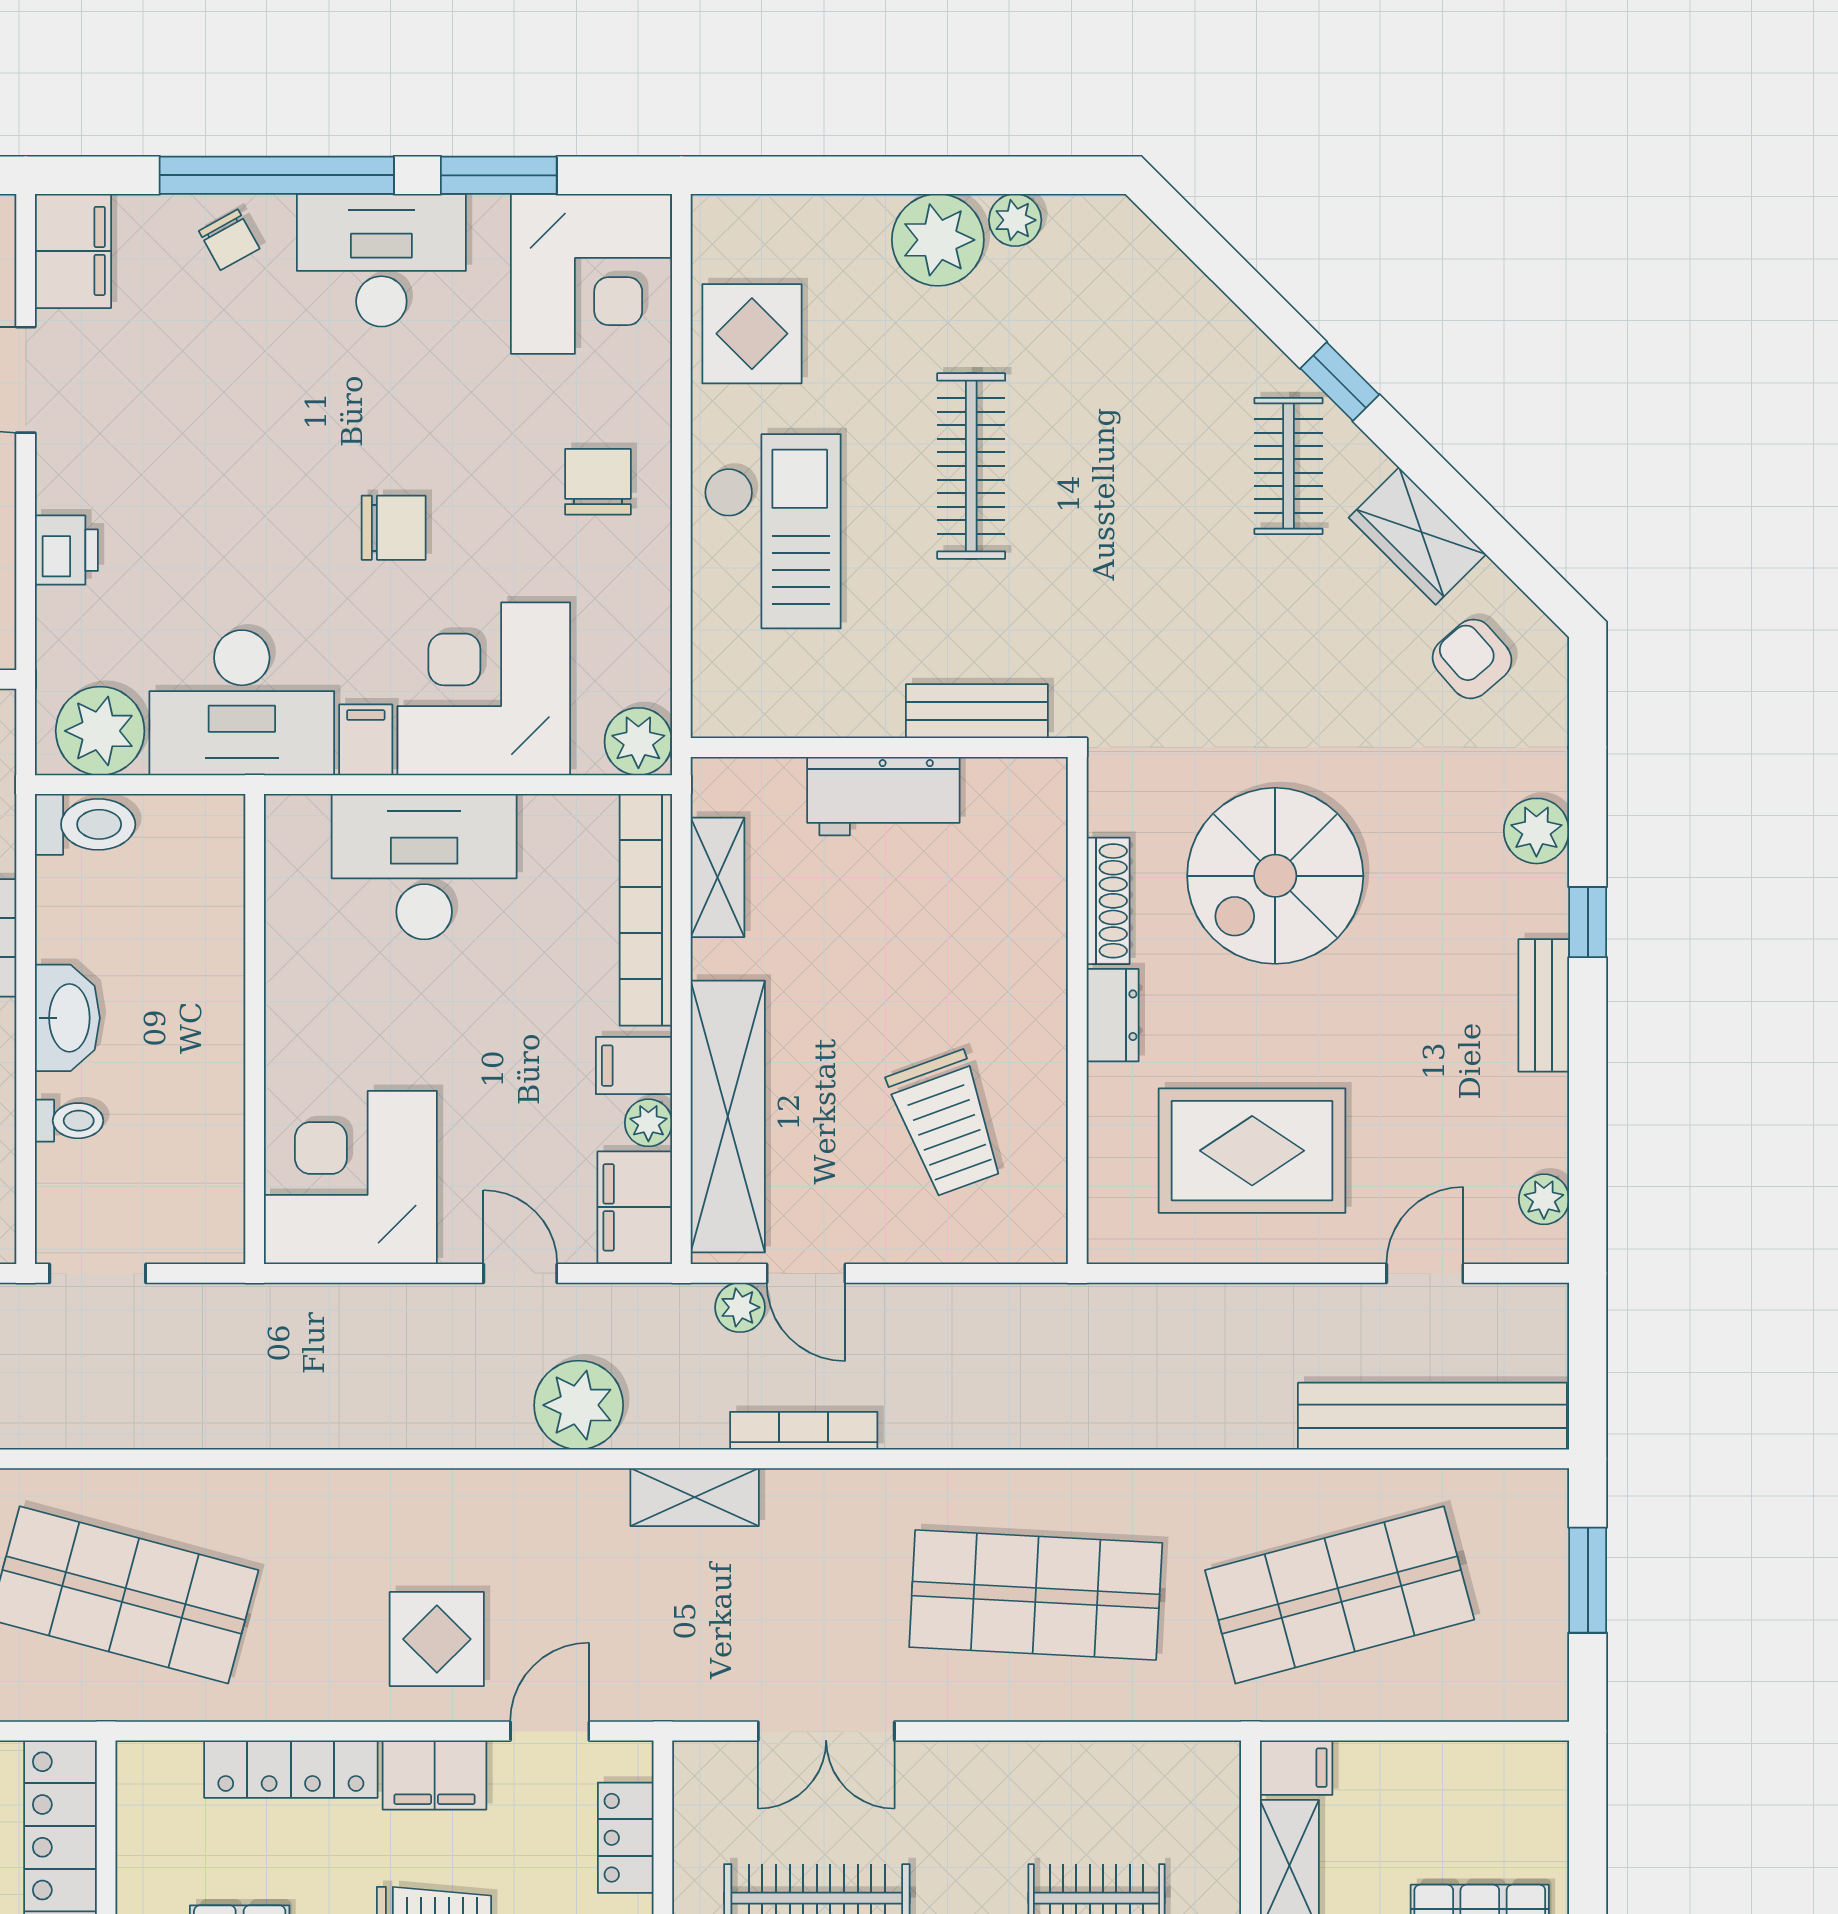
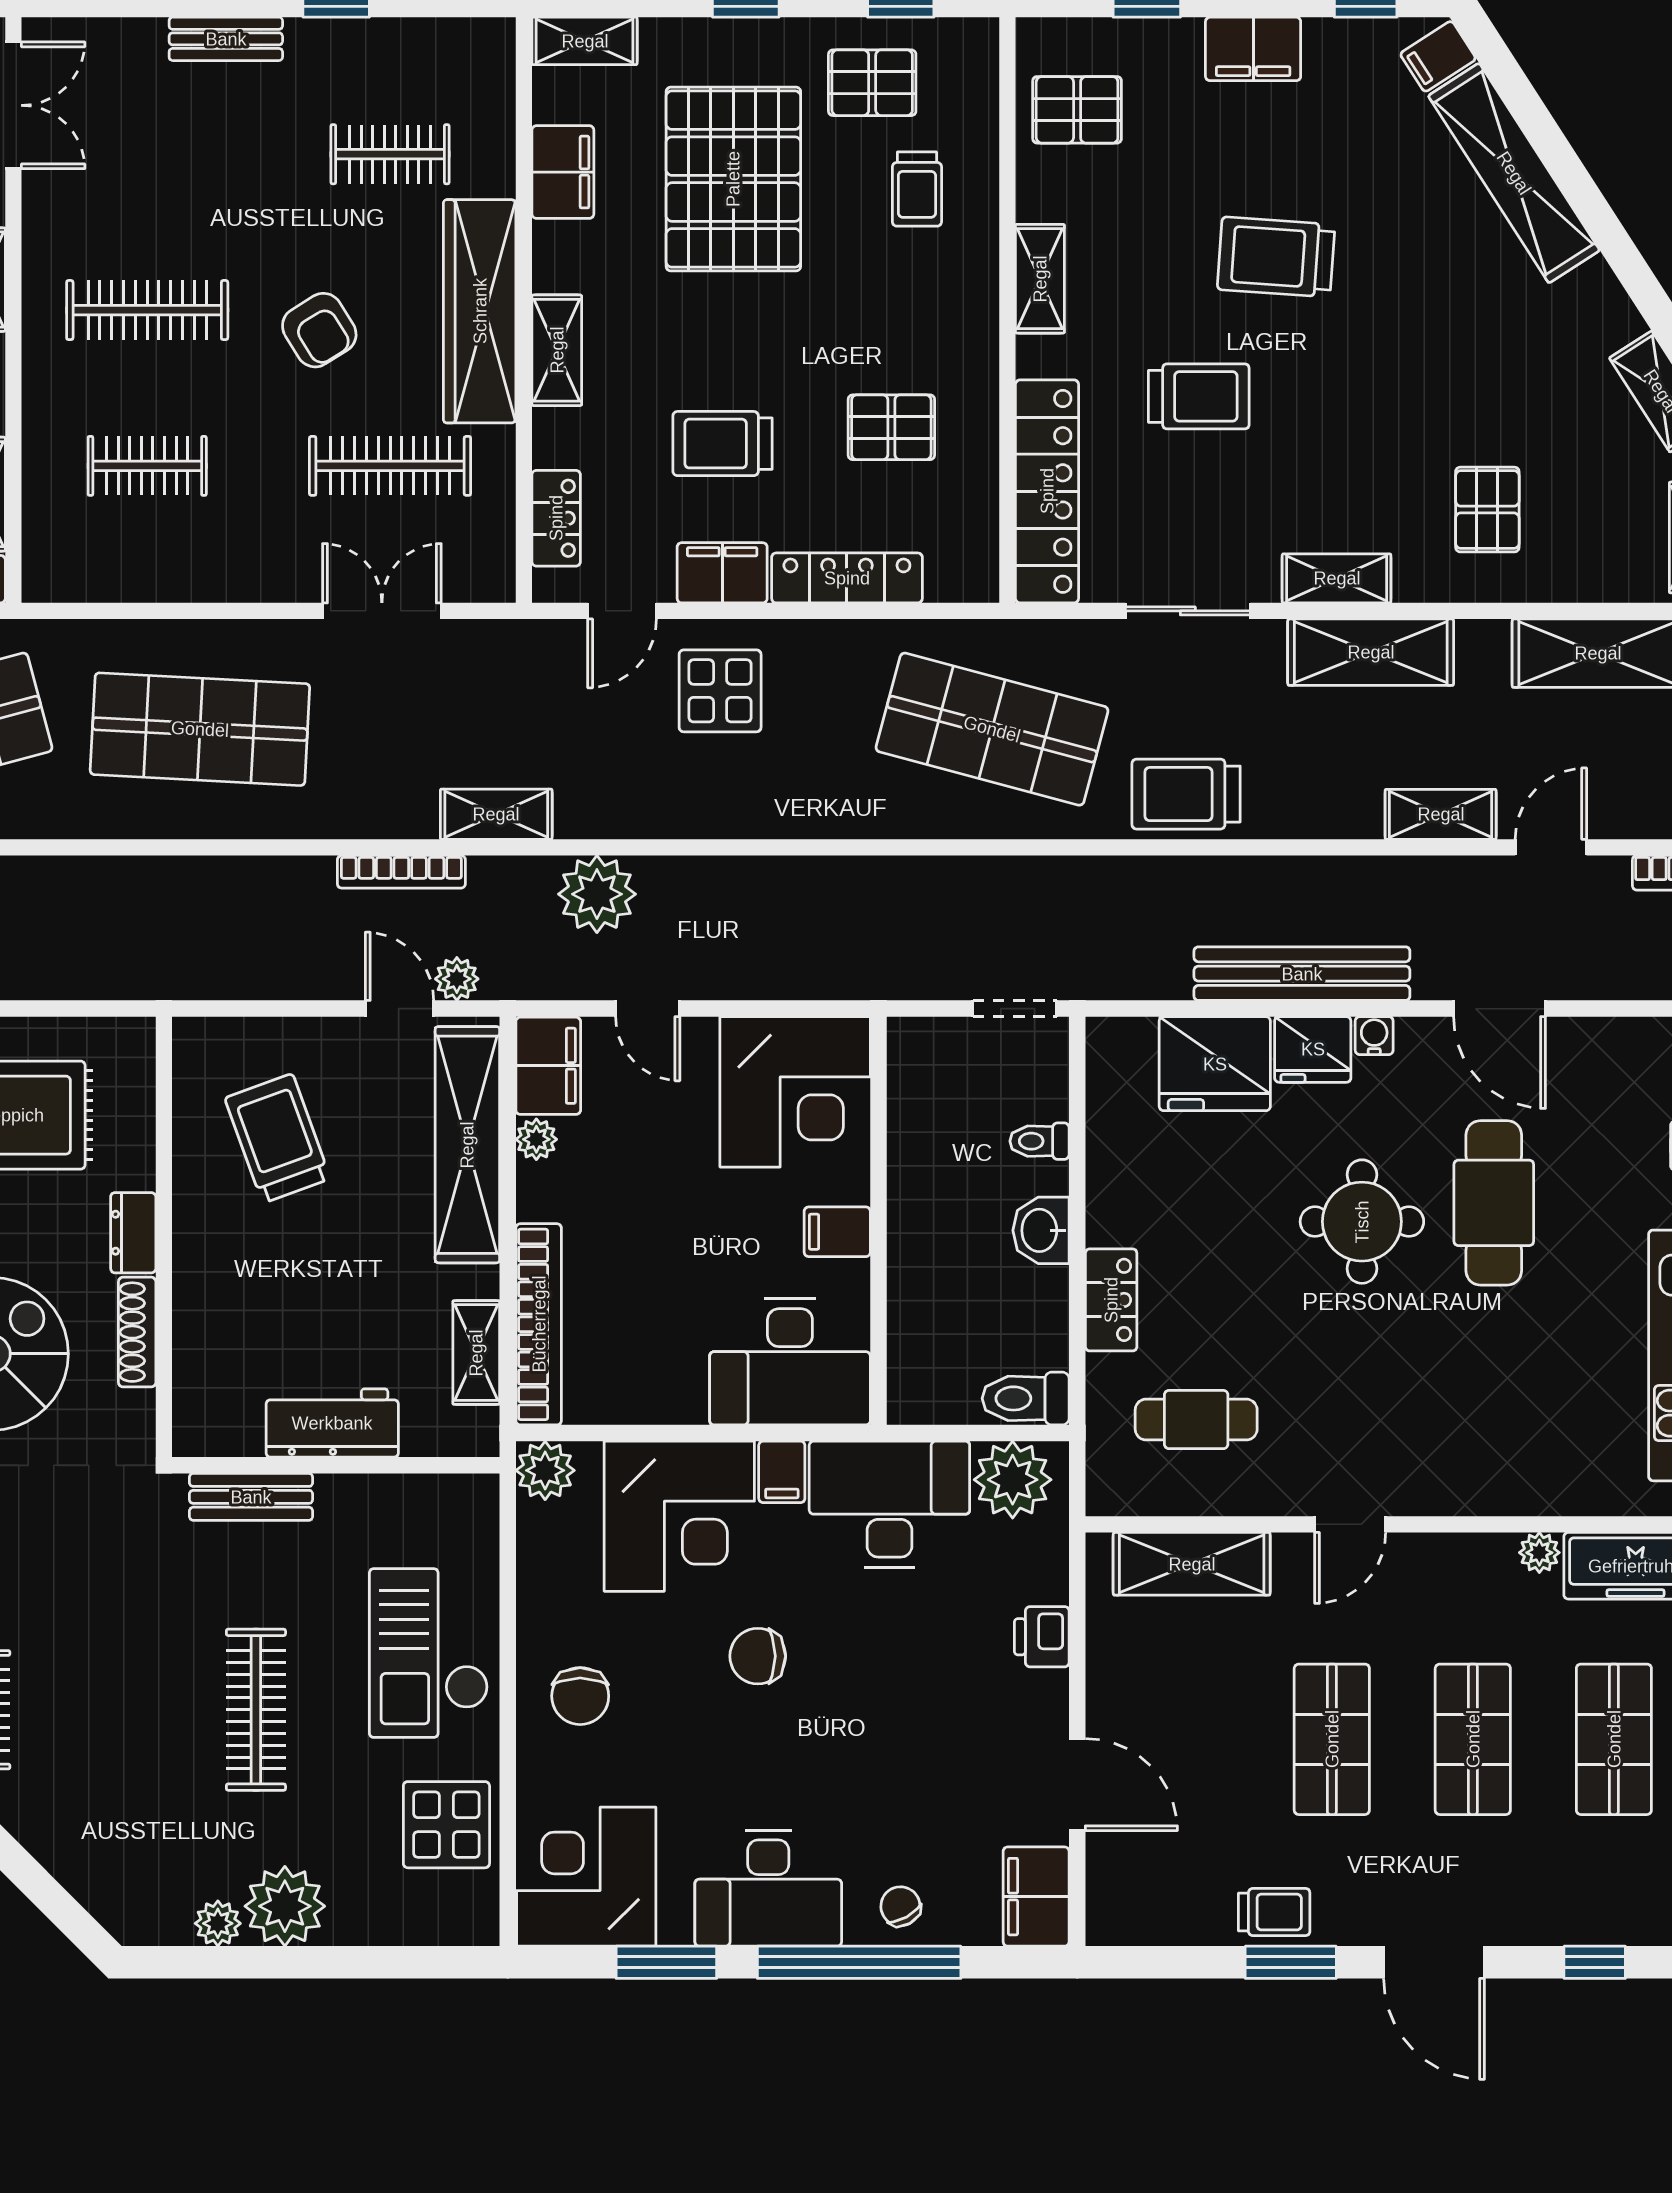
desk: (424, 867) -> (790, 1362), moved
washbasin: (67, 1018) -> (1041, 1230), width x0.72
filing cabinet: (634, 1066) -> (837, 1232), moved, turned 180

